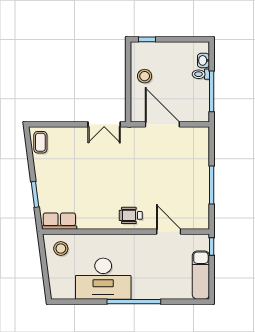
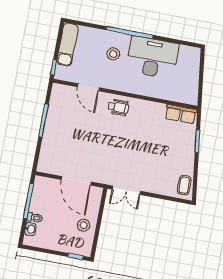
double door: (104, 124) -> (126, 190), swing flipped
stool: (61, 249) -> (113, 54), moved

